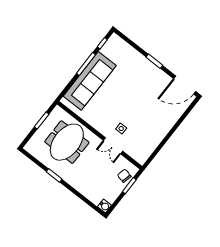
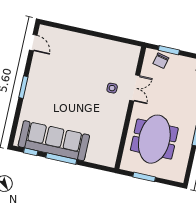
sofa: (90, 81) -> (54, 141), moved
door: (185, 85) -> (33, 43), width x0.53
meeting table: (67, 142) -> (154, 139), turned 90

